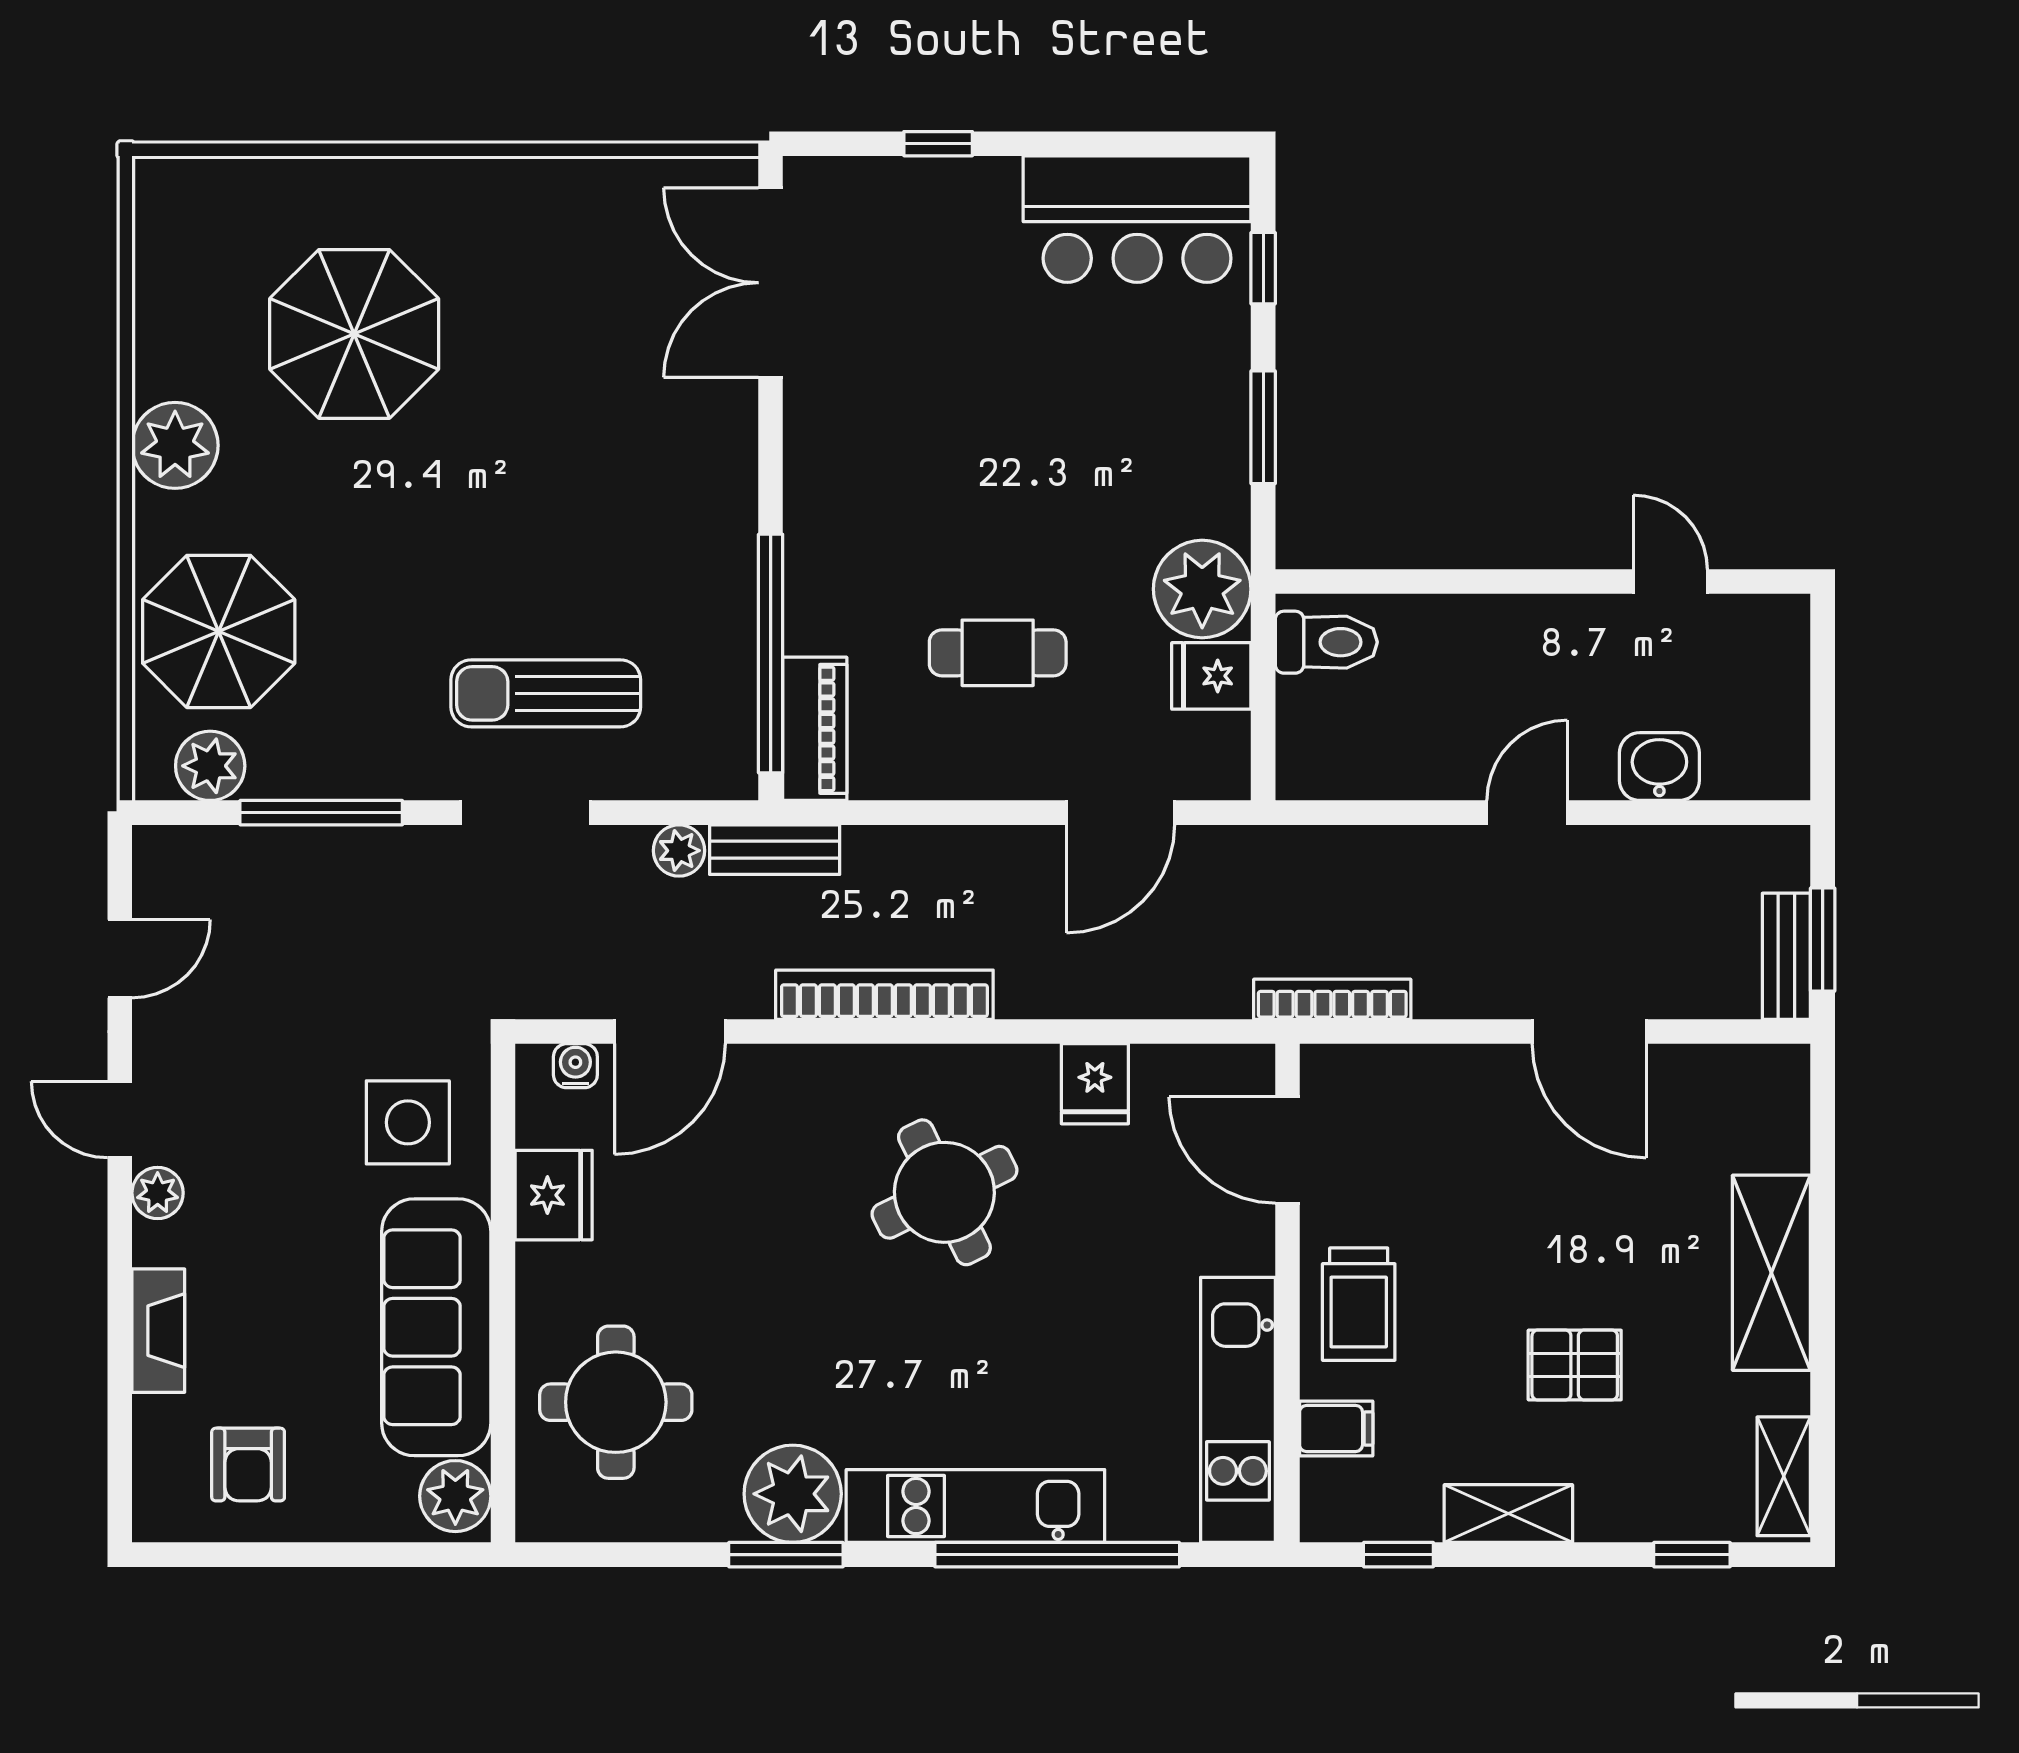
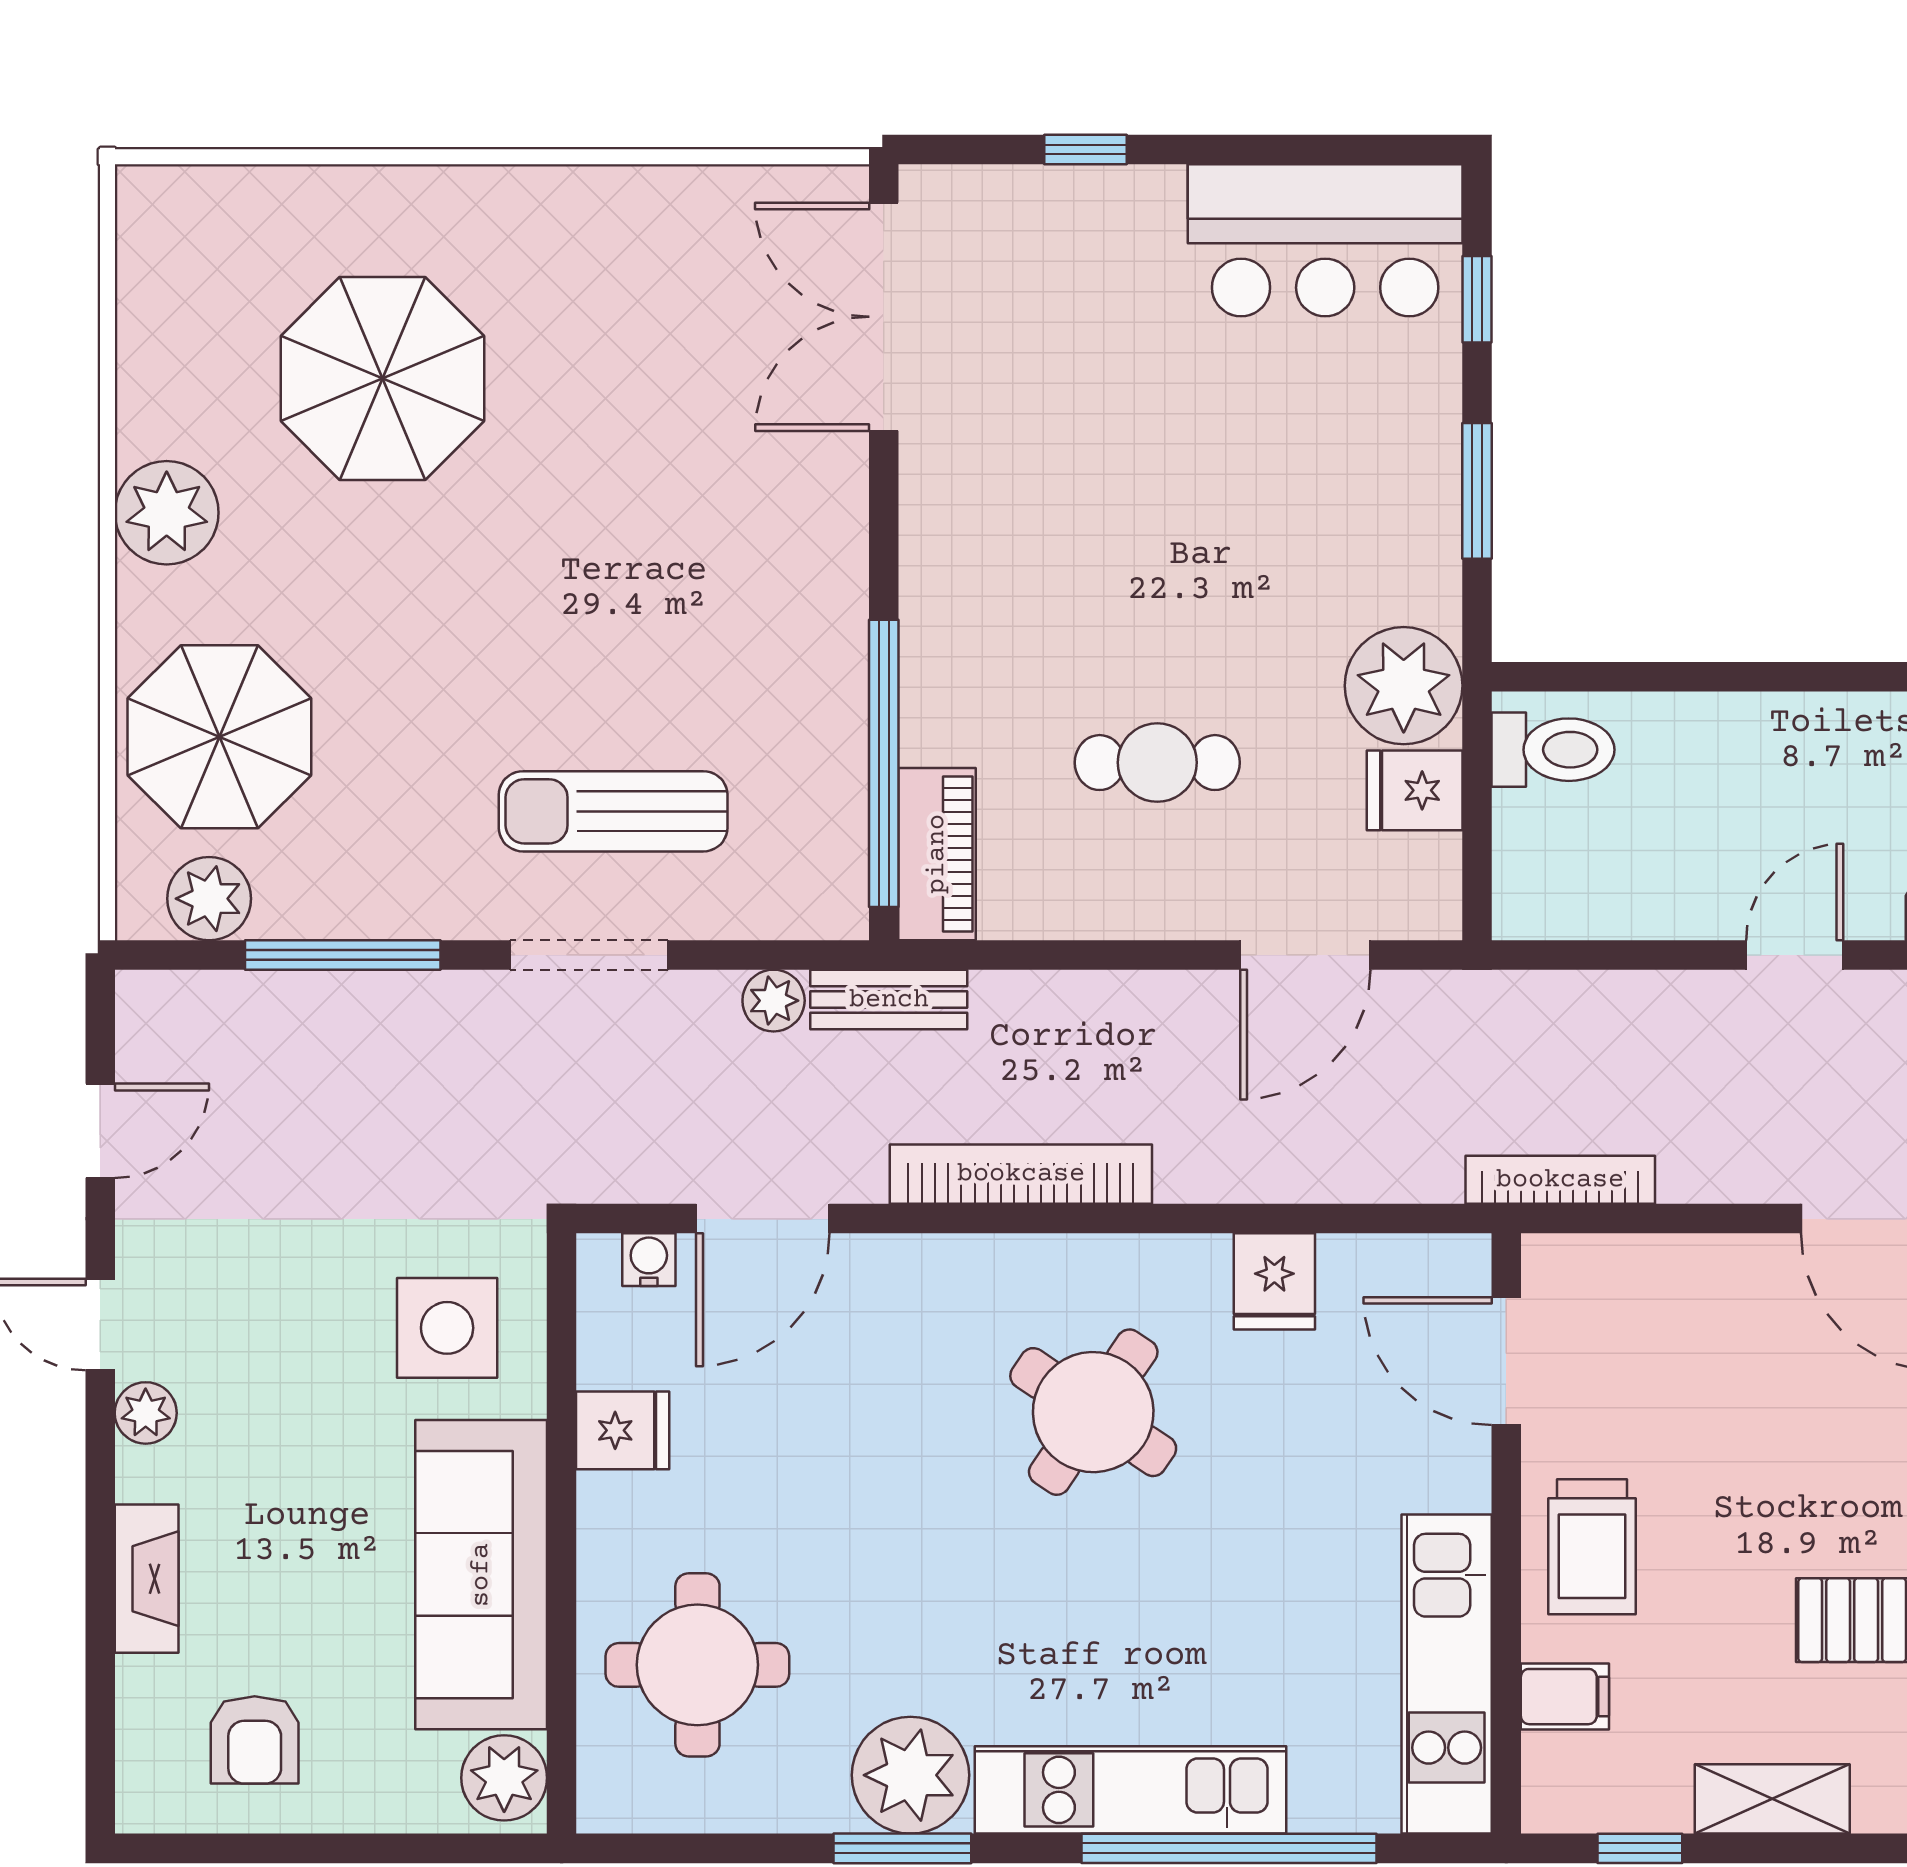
round table: (944, 1192) -> (1093, 1412), turned -30
fridge: (554, 1195) -> (623, 1430), width x0.72

